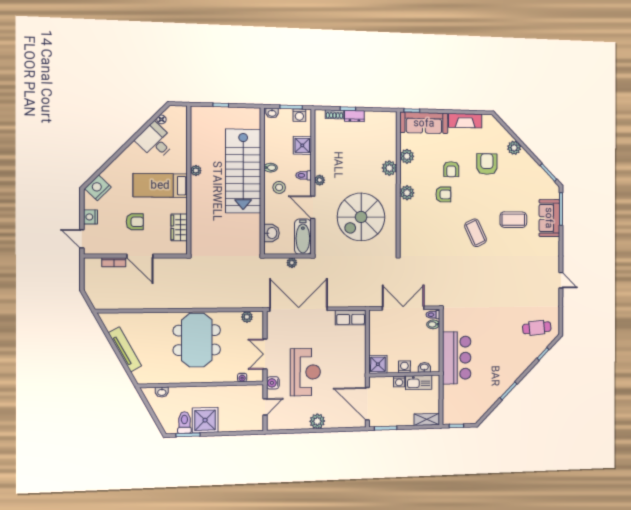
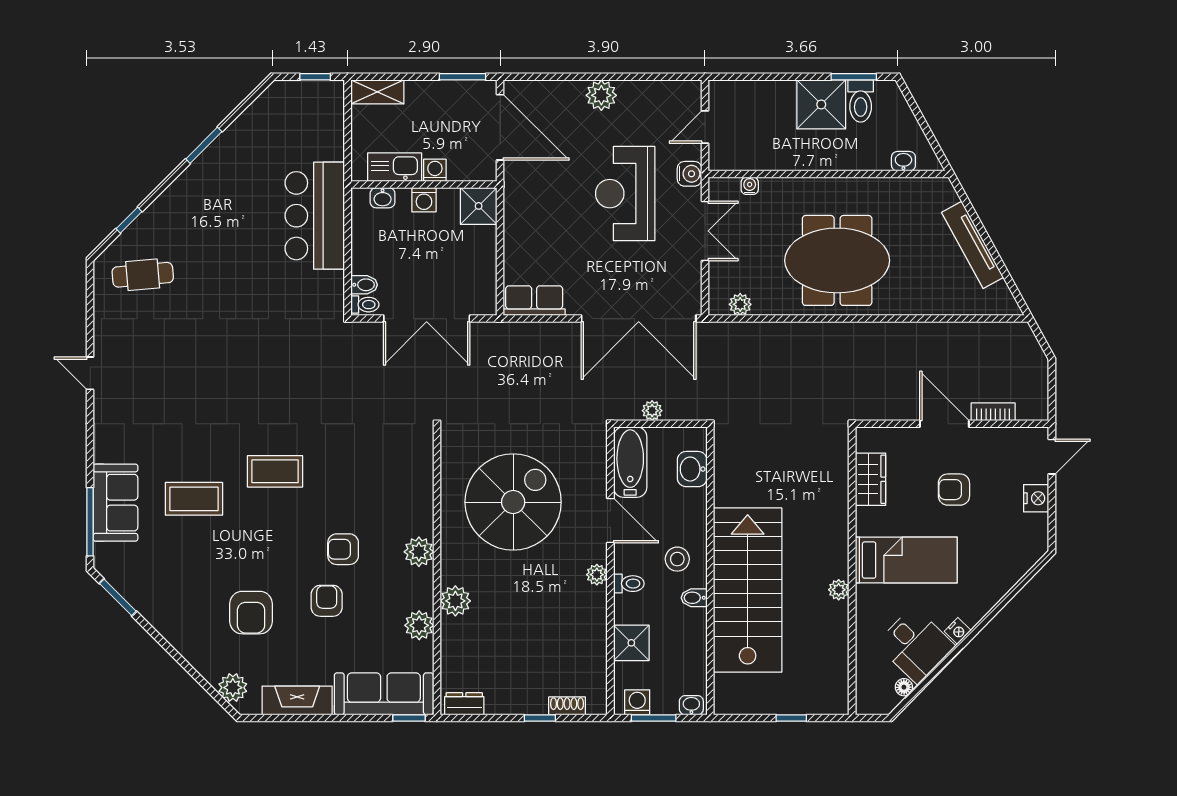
dresser: (354, 116) -> (464, 704), moved
plant: (514, 148) -> (233, 688), moved
nightstand: (98, 188) -> (958, 631), moved, width x0.53, depth x0.56
coffee table: (475, 233) -> (275, 471), turned -65
door: (82, 239) -> (1052, 457), hinge flipped
meeting table: (197, 340) -> (837, 260), turned 90

